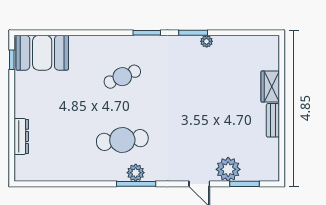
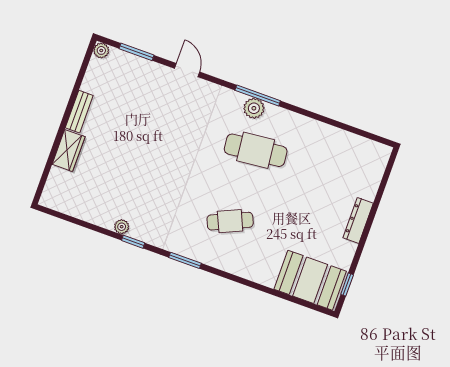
window: (193, 33) -> (133, 242), width x0.67
dresser: (21, 136) -> (358, 220), moved
plant: (228, 169) -> (101, 50), moved, width x0.53, depth x0.53

